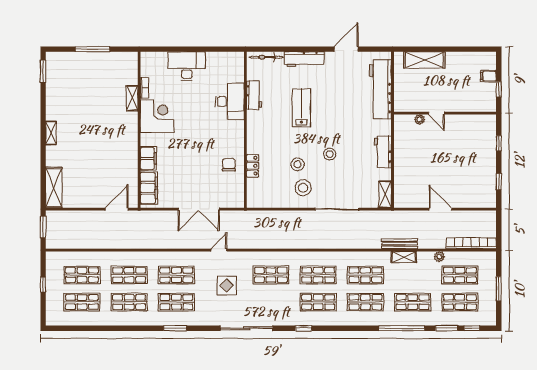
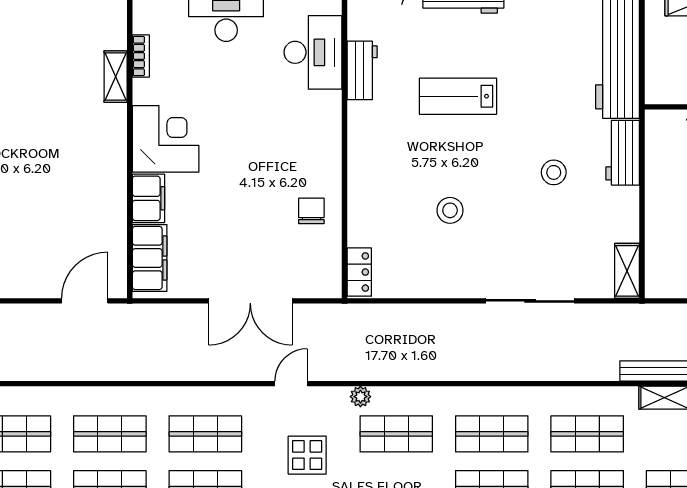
desk: (230, 102) -> (313, 52), moved
lab bench: (301, 108) -> (458, 96), turned -90
corner desk: (157, 116) -> (166, 139), moved
workbench: (383, 152) -> (623, 153), moved
stool: (330, 154) -> (554, 172), moved
locker: (253, 166) -> (359, 272), moved
stool: (303, 188) -> (461, 258), removed
plant: (253, 257) -> (360, 397), added

